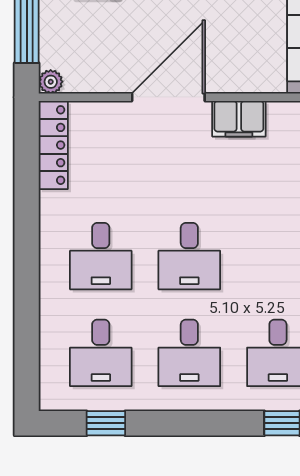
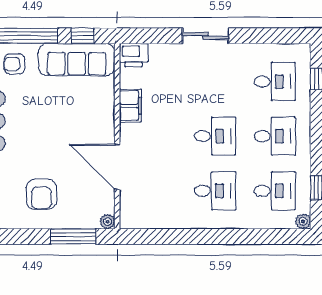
door: (168, 97) -> (117, 167), moved
locker: (53, 145) -> (147, 220), removed
plant: (51, 399) -> (303, 221), added

